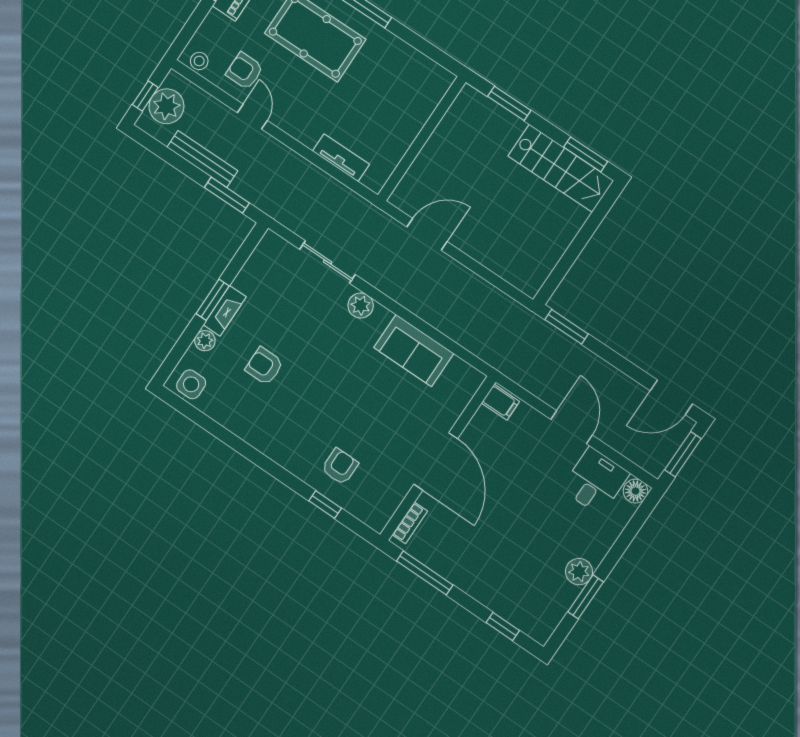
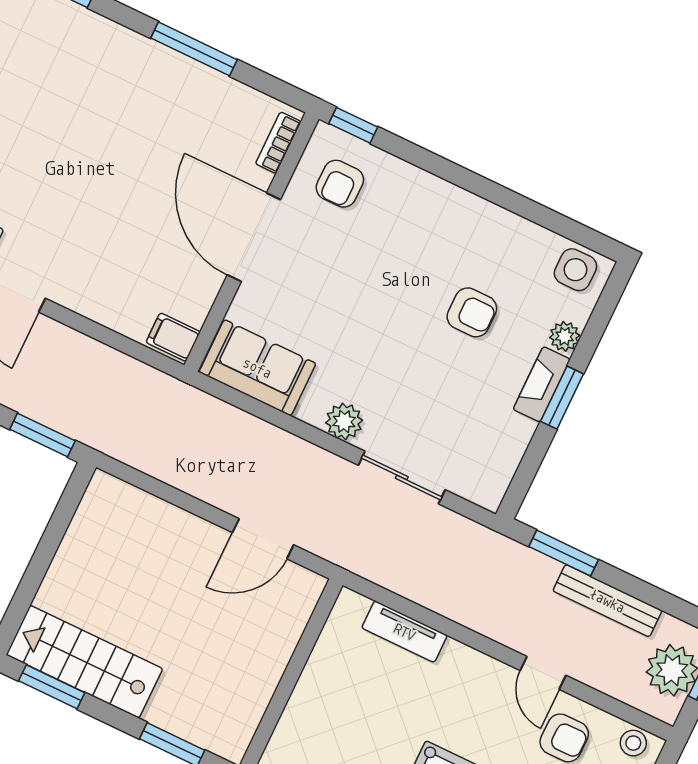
filing cabinet: (500, 402) -> (173, 337), moved
wall: (438, 458) -> (252, 242), moved
door: (436, 461) -> (254, 237), moved
bookcase: (410, 523) -> (278, 143), moved

